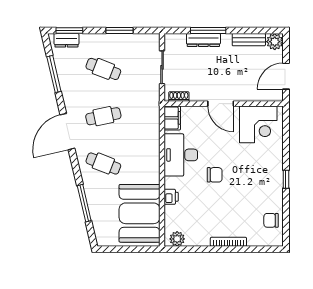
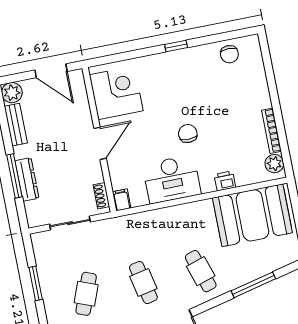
filing cabinet: (172, 118) -> (122, 200), width x0.50
cafe table: (103, 163) -> (201, 271), turned -39
bookcase: (228, 242) -> (271, 131), moved

